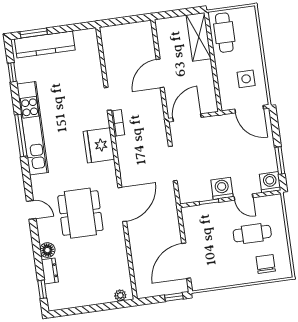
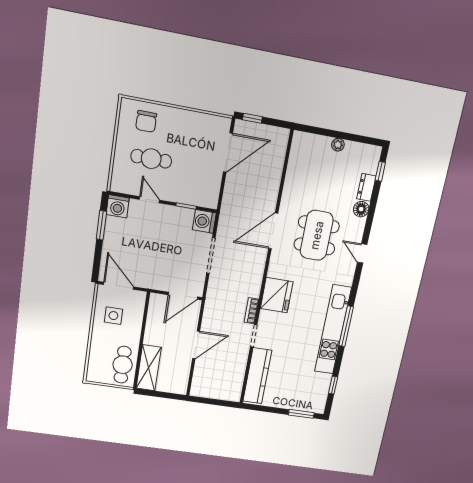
kitchen counter: (45, 44) -> (257, 376), moved, turned 90
washing machine: (222, 188) -> (204, 221), moved, turned 90
plant: (120, 295) -> (338, 145), moved

